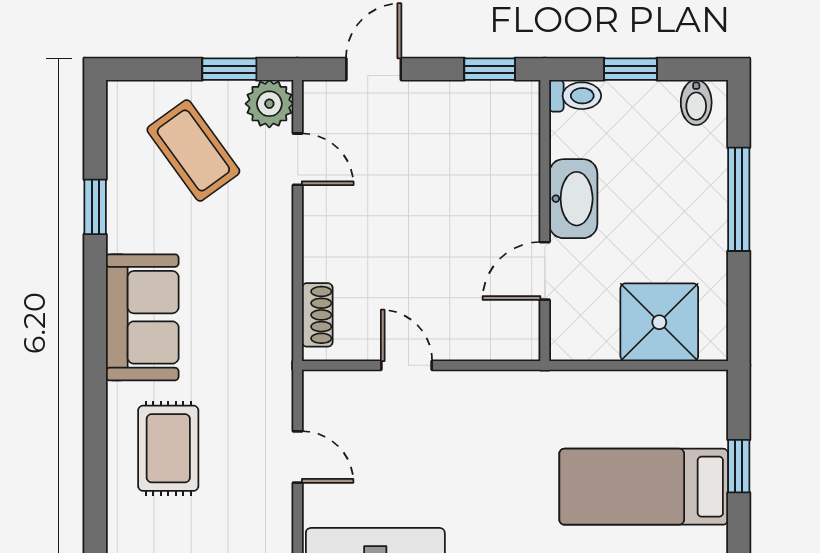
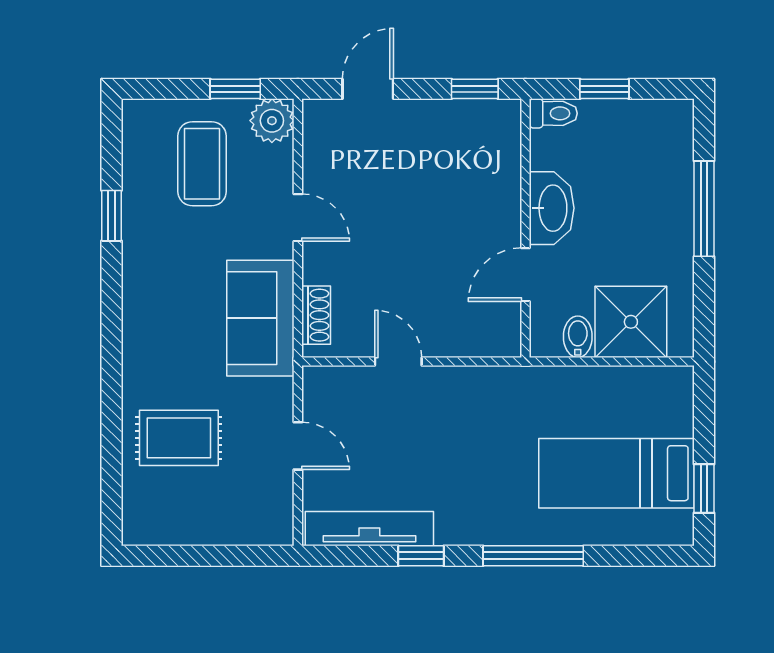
bidet: (696, 102) -> (578, 337), moved, turned 180
coffee table: (193, 150) -> (202, 164), turned 36
door: (298, 159) -> (298, 218), moved
sofa: (142, 317) -> (260, 318), moved, turned 180
rug: (168, 448) -> (179, 438), turned 90
window: (739, 466) -> (704, 488), moved

